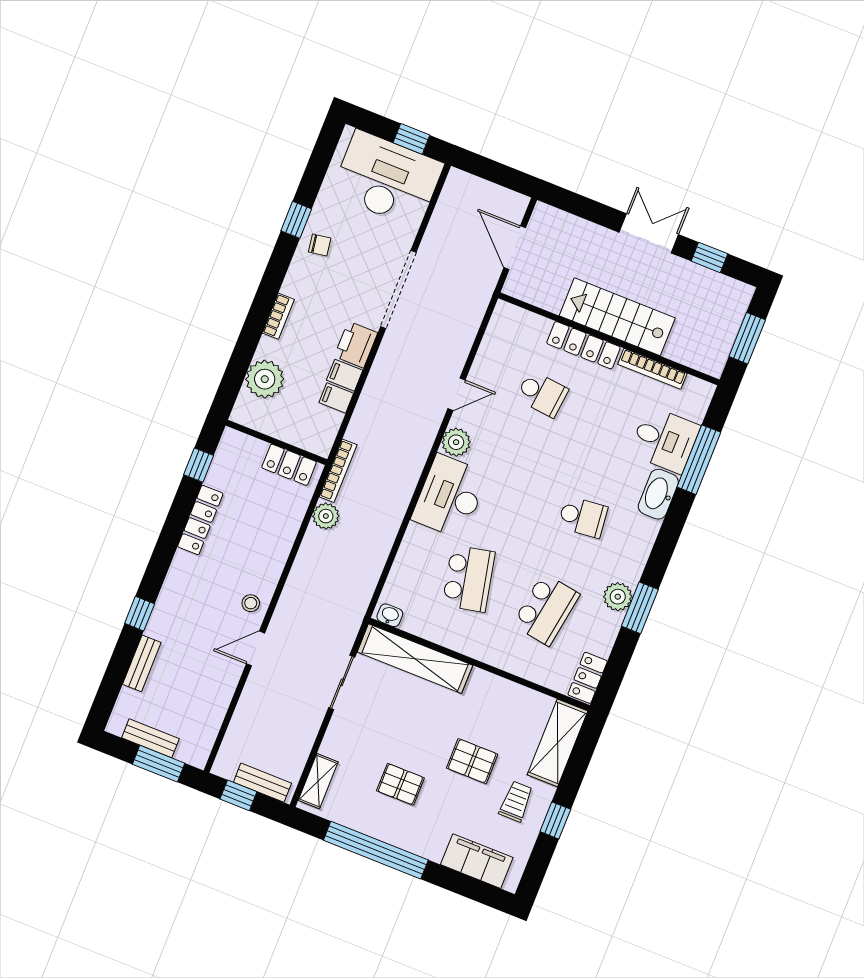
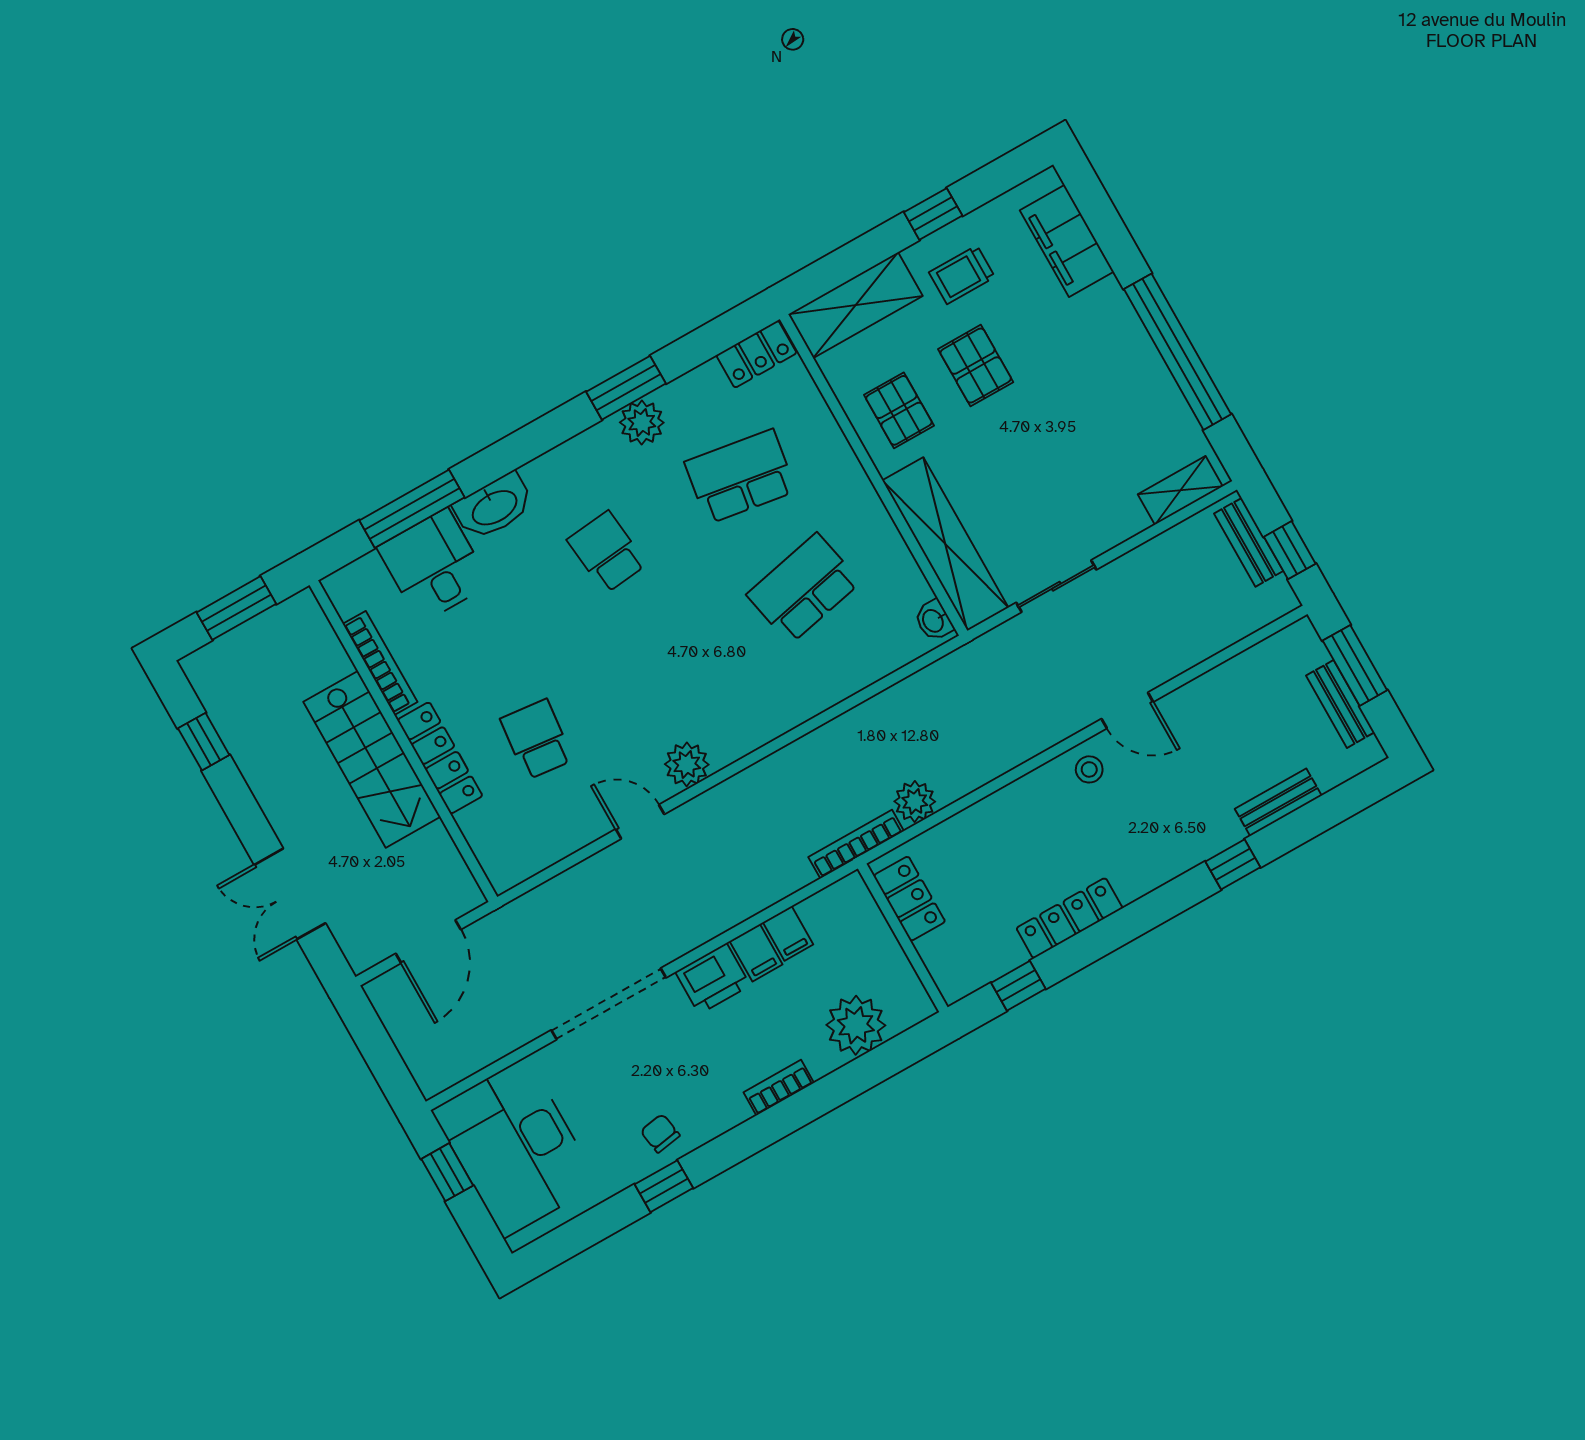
double door: (649, 233) -> (290, 894), moved
desk: (450, 496) -> (747, 705), removed
pallet: (400, 784) -> (899, 410), moved

